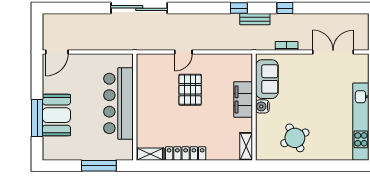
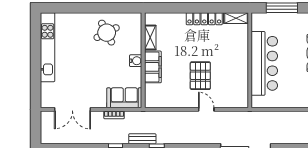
door: (183, 52) -> (206, 109), hinge flipped
sofa: (267, 79) -> (124, 98), moved, turned 90
shelving: (246, 146) -> (150, 37), moved

